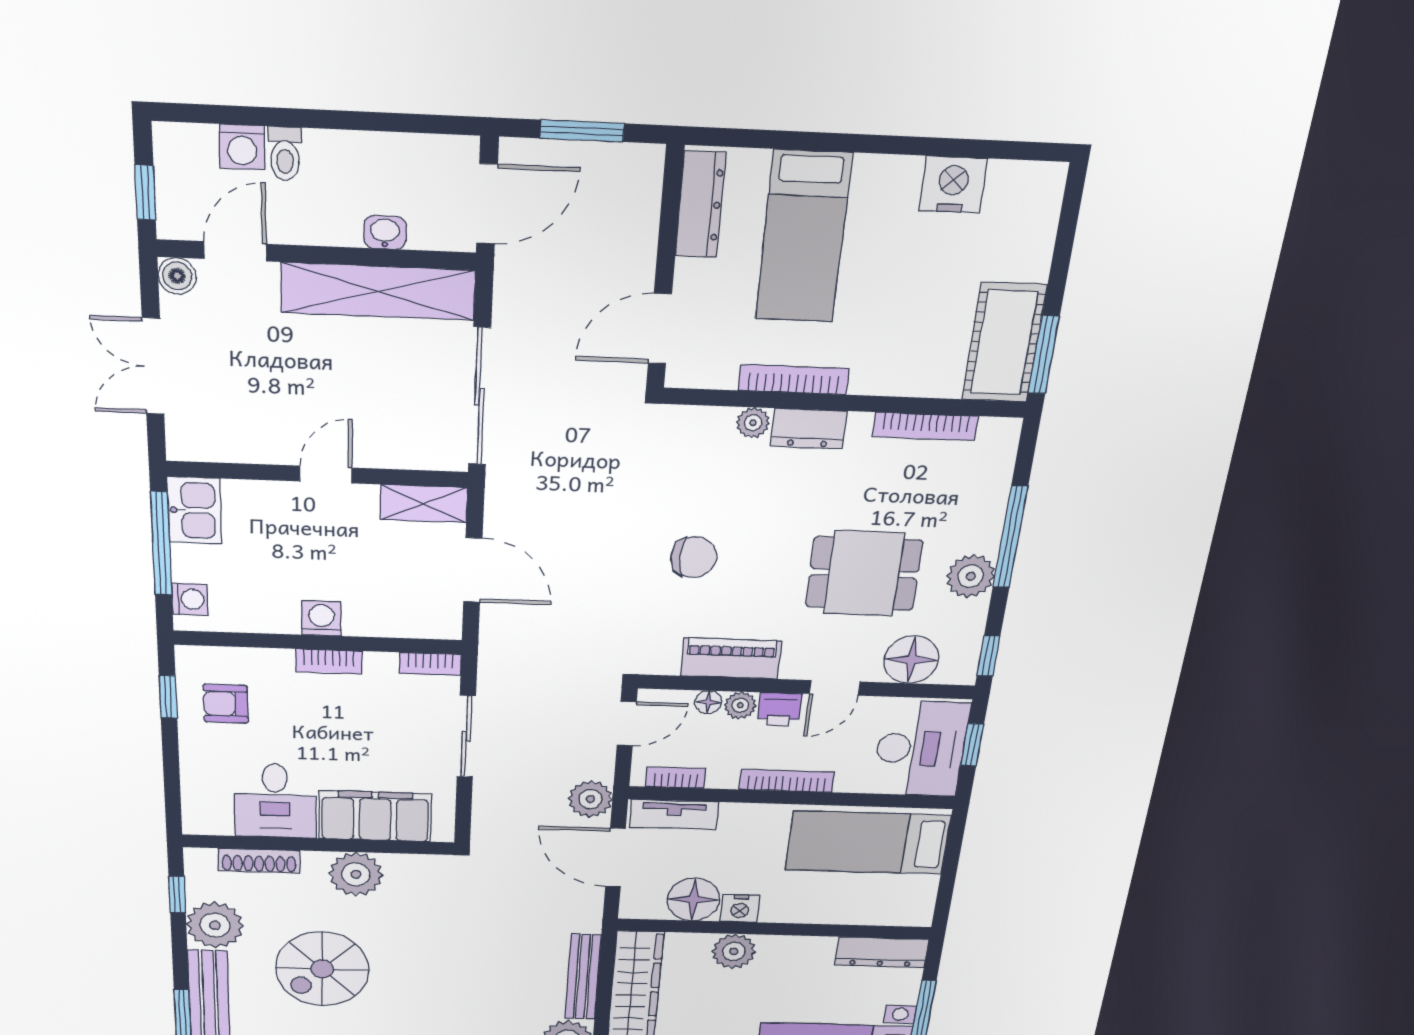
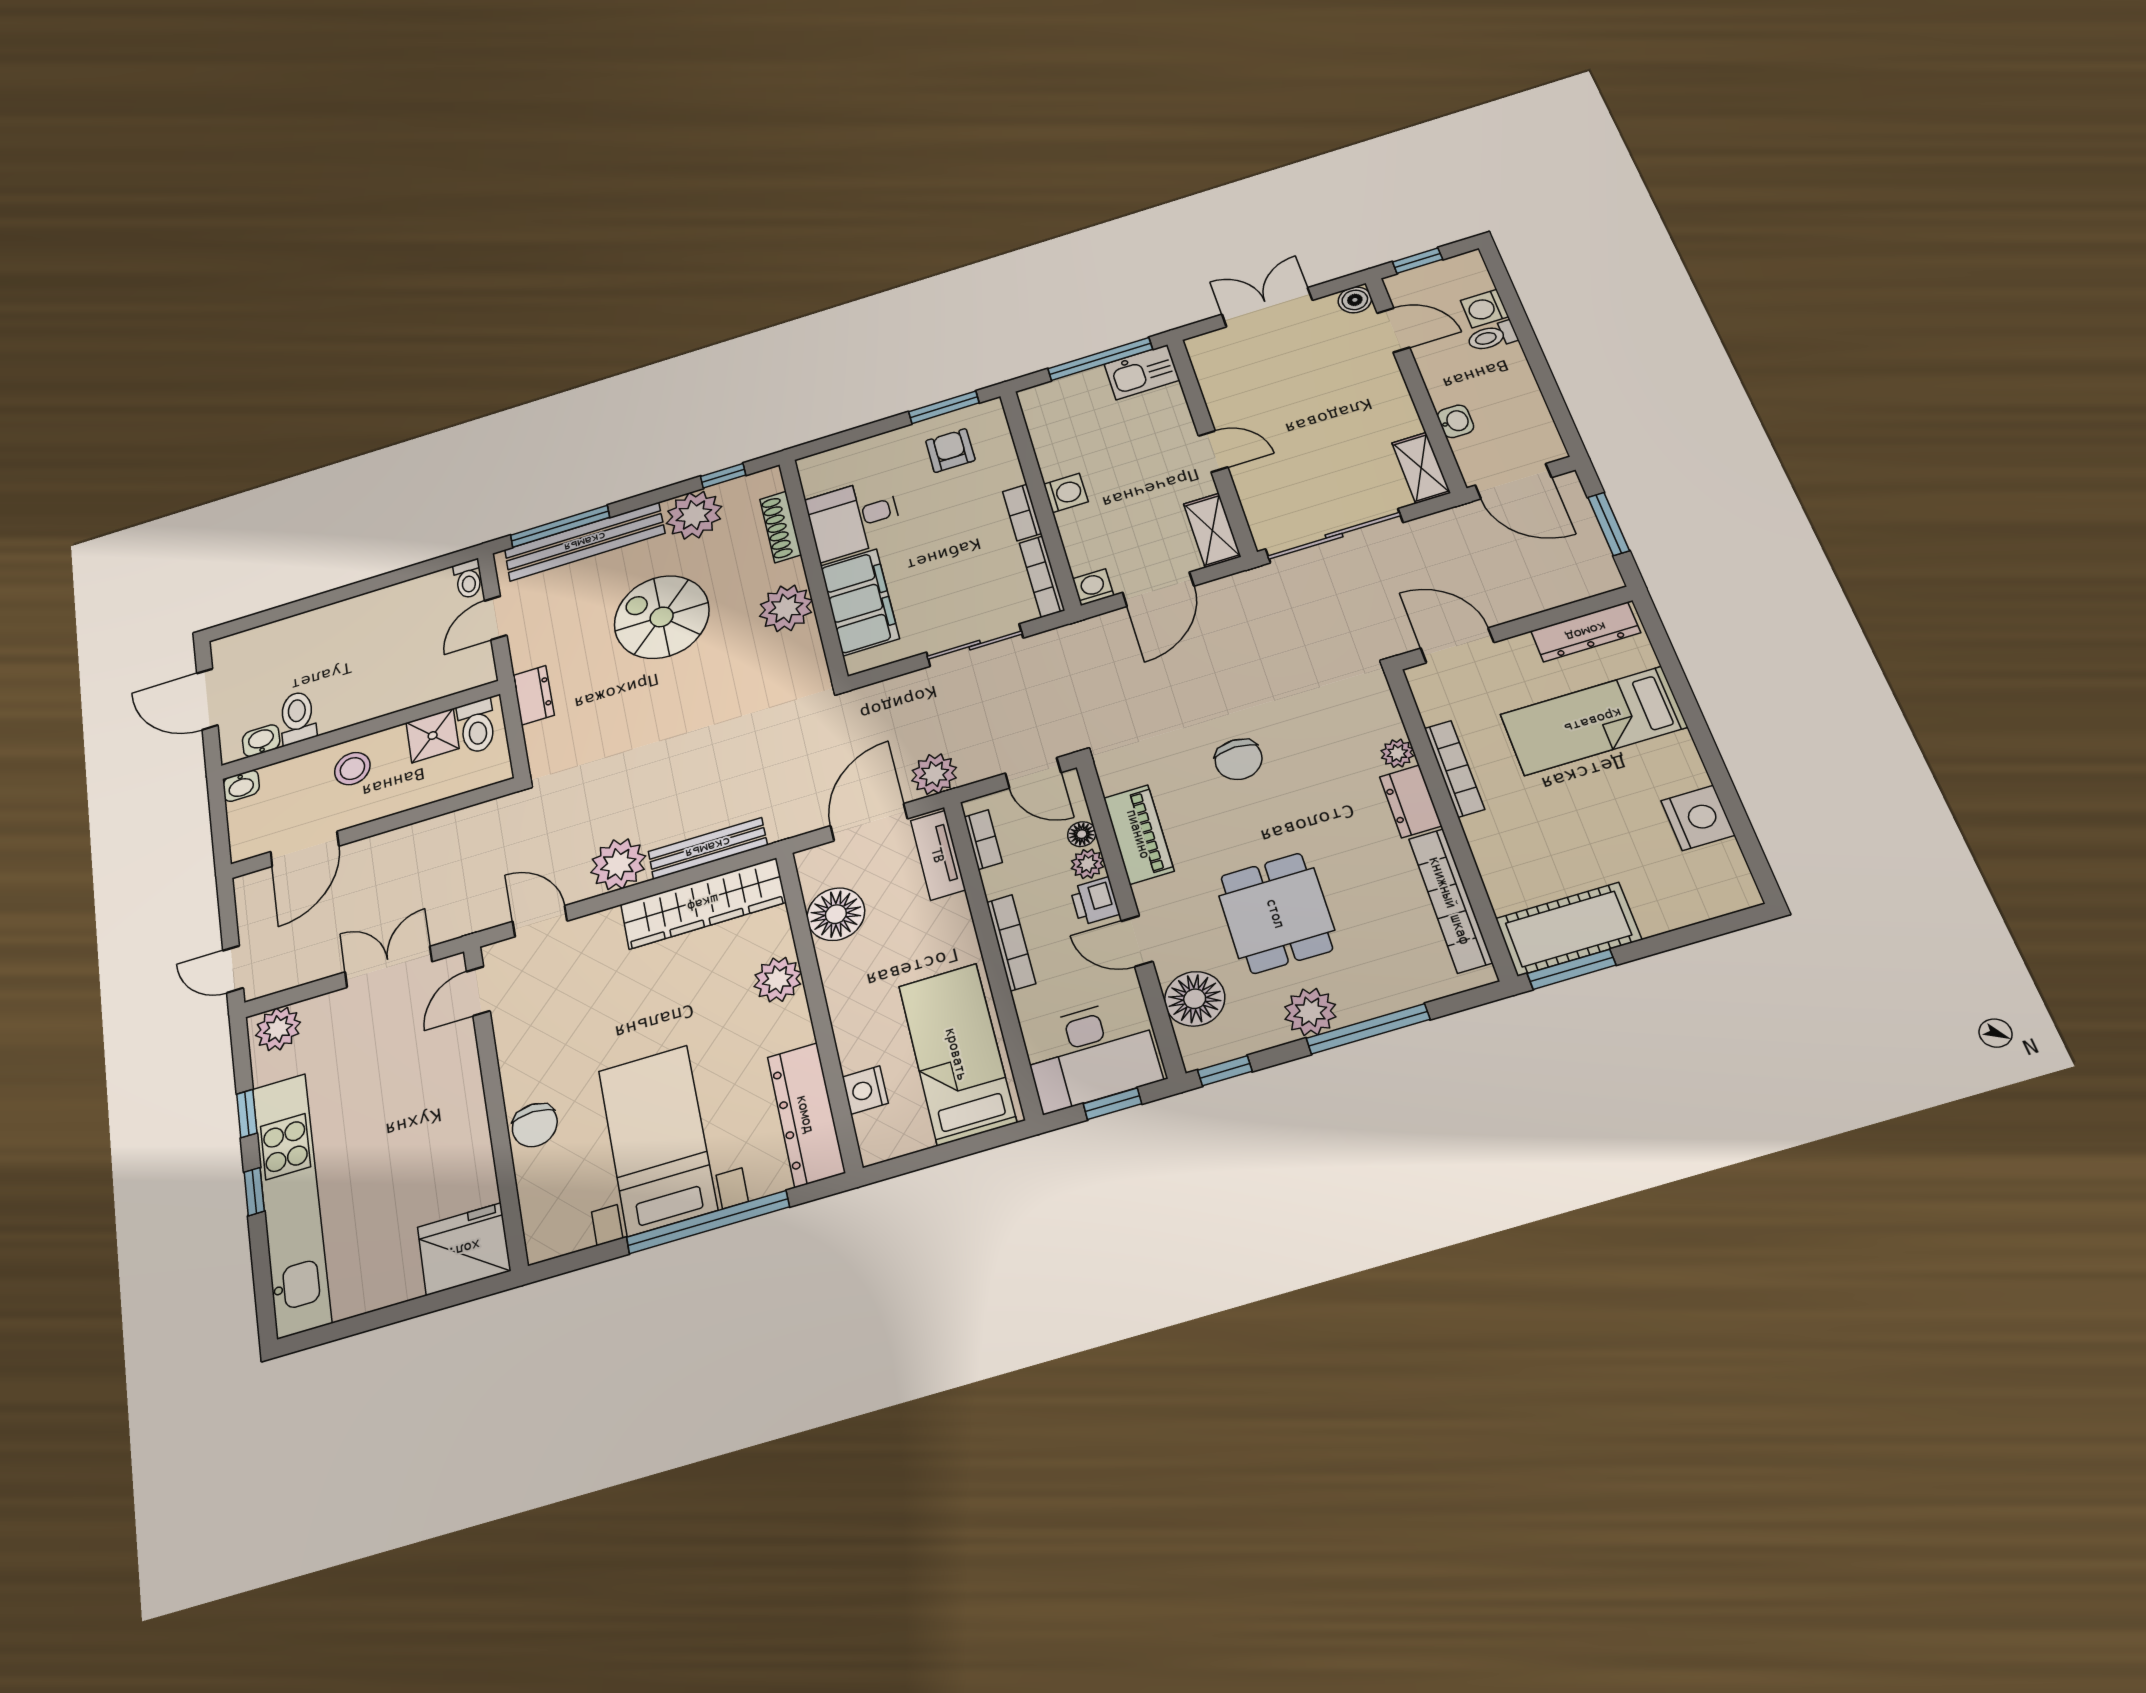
shelving: (378, 291) -> (1421, 468), width x0.45, depth x0.75
bookcase: (925, 426) -> (1450, 900), width x1.48, depth x1.31
washing machine: (190, 599) -> (1093, 587), moved, turned 180
bookcase: (430, 664) -> (1042, 576), width x1.56
window: (168, 697) -> (944, 407), width x1.50
nightstand: (740, 908) -> (865, 1090), moved
dresser: (882, 952) -> (806, 1114), width x1.37, depth x1.24

